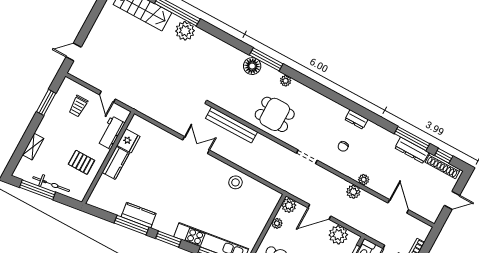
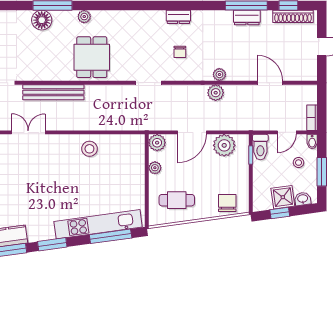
dining table: (275, 114) -> (92, 57), turned 90
dresser: (412, 150) -> (247, 18), width x0.70

